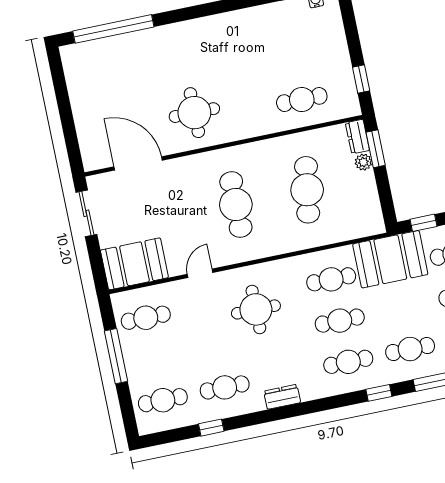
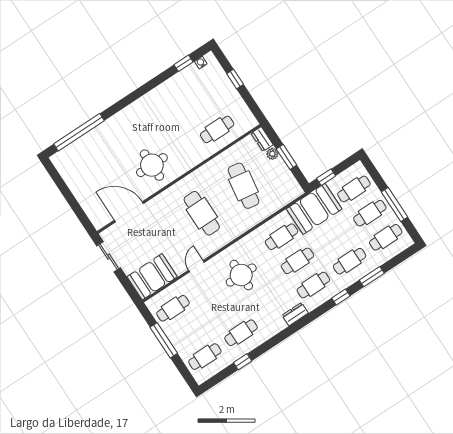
window: (361, 79) -> (235, 79), moved
window: (376, 149) -> (287, 157), moved
dresser: (282, 397) -> (295, 314), moved

